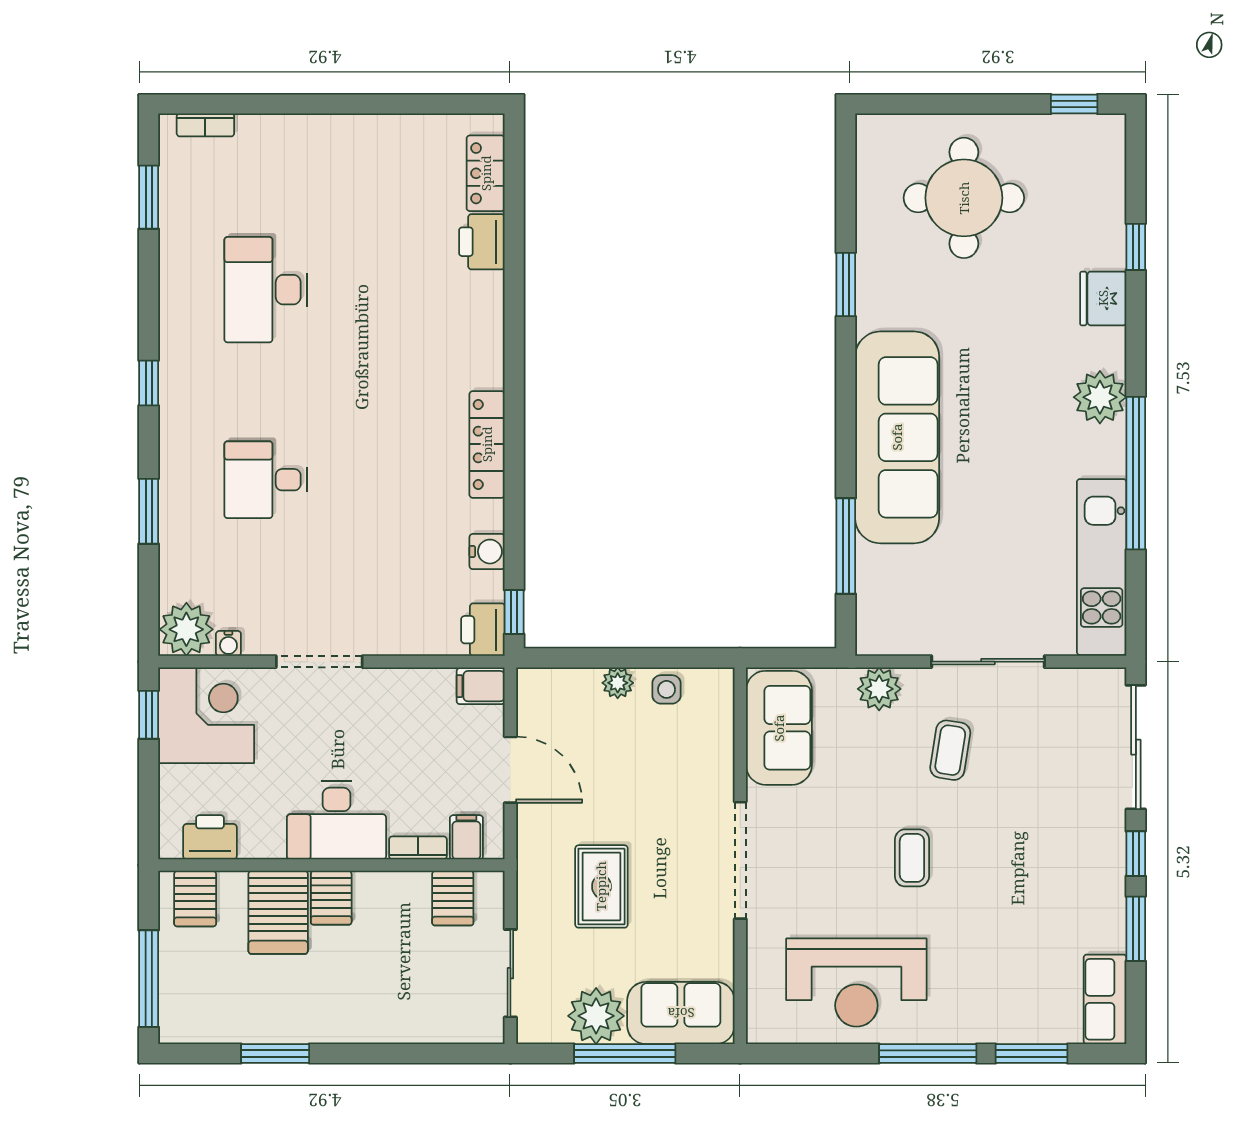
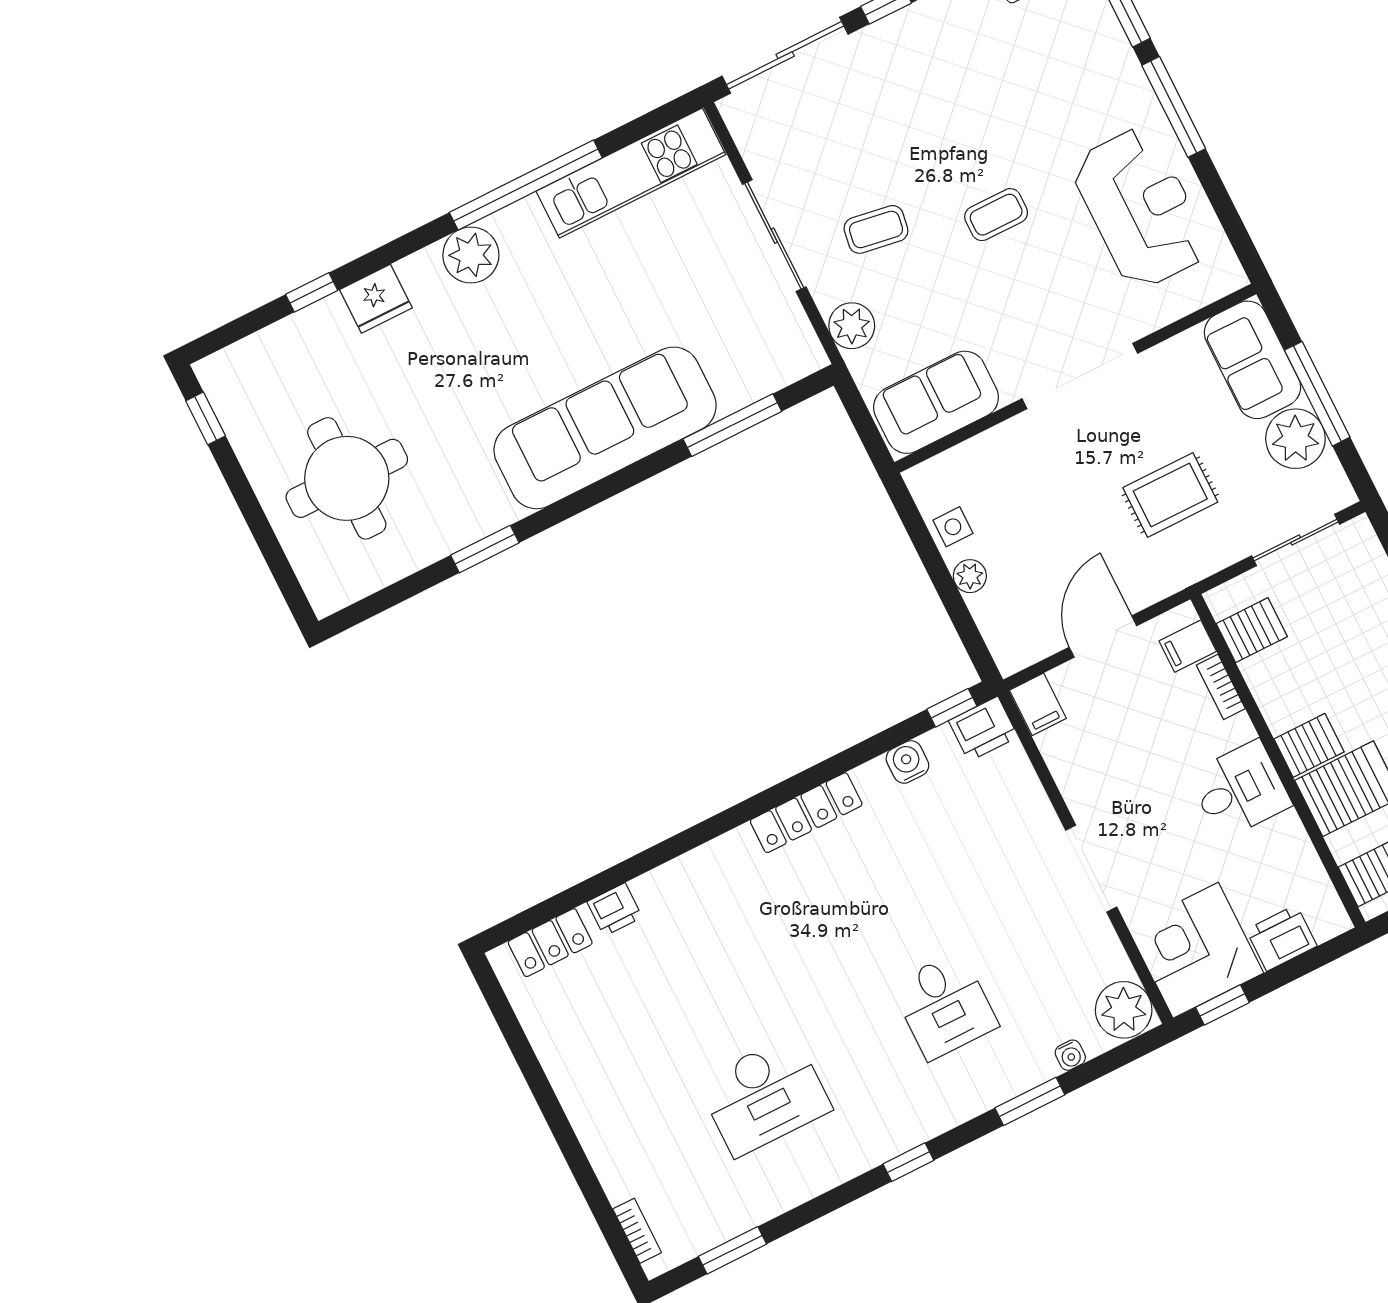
printer: (482, 242) -> (615, 910), width x0.73, depth x0.81
water cooler: (228, 643) -> (1070, 1055), moved, turned 90
desk: (337, 820) -> (1240, 790), width x0.73
printer: (210, 837) -> (1282, 938), moved, turned 90

